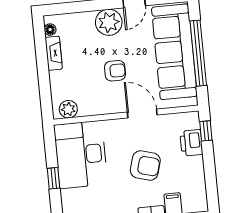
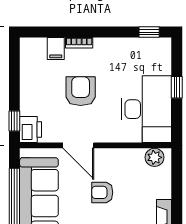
printer: (191, 143) -> (31, 130), moved
armchair: (145, 166) -> (81, 91), turned 74

